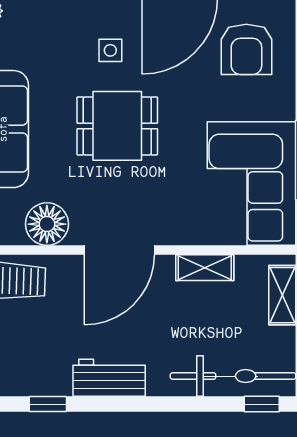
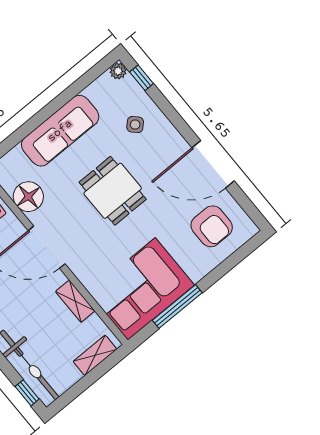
armchair: (246, 49) -> (212, 226), turned -90
side table: (110, 50) -> (135, 125), moved, turned 45

